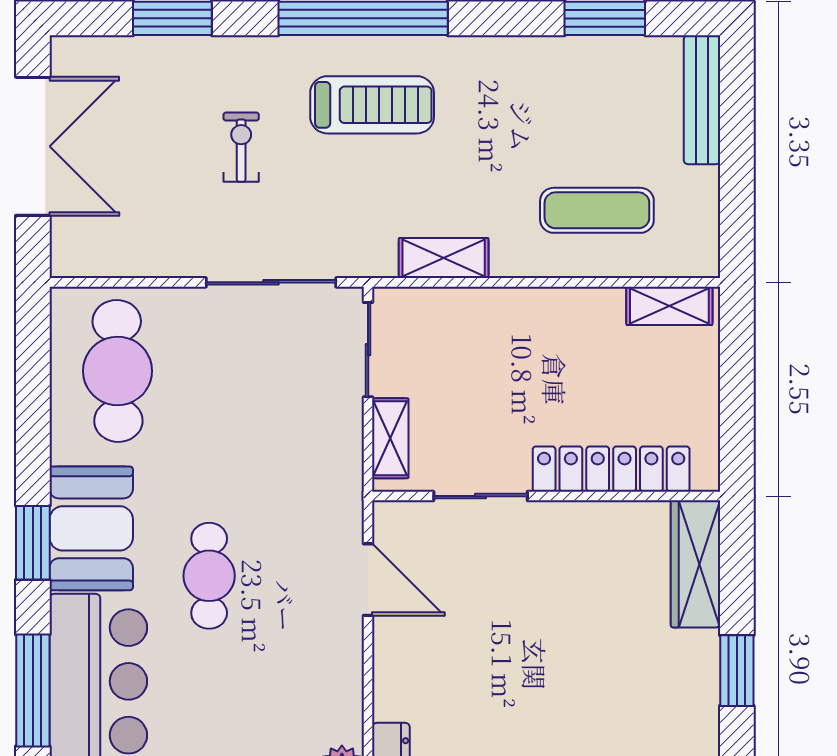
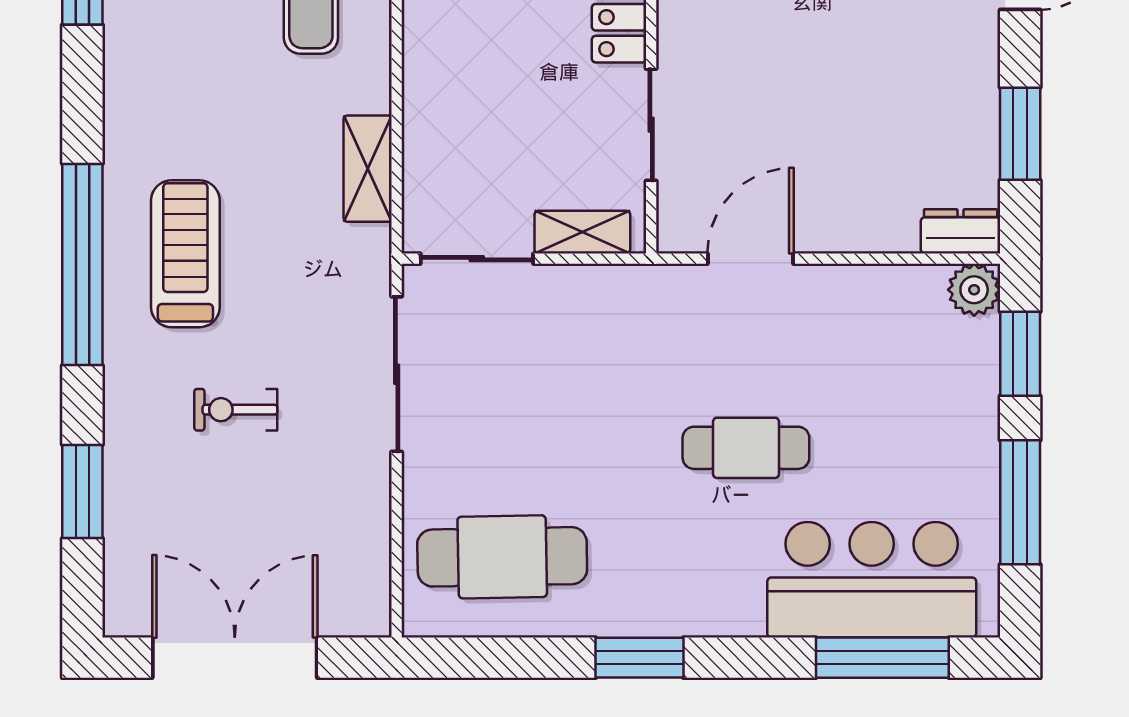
booth: (91, 528) -> (690, 588), removed
window: (33, 543) -> (640, 658), moved

